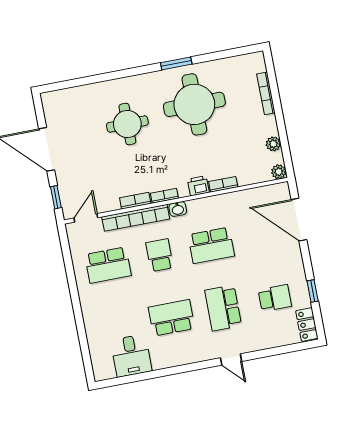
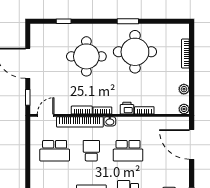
window: (86, 81) -> (64, 21), added
round table: (127, 124) -> (86, 56), width x1.36, depth x1.36

